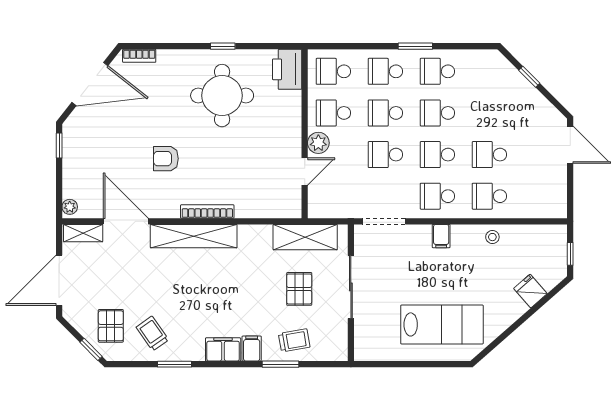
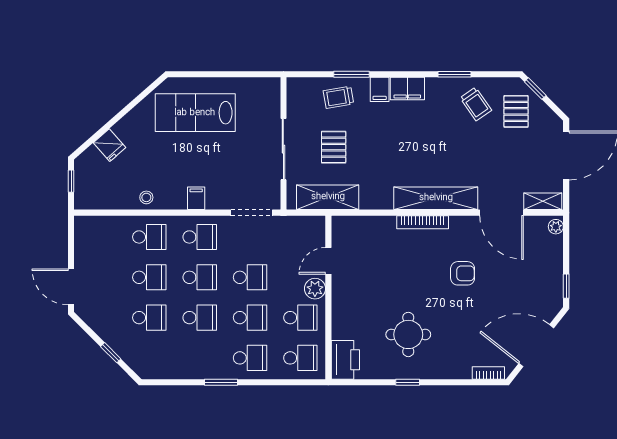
school desk: (437, 71) -> (149, 318), moved
round table: (222, 96) -> (408, 334), width x0.73, depth x0.73

